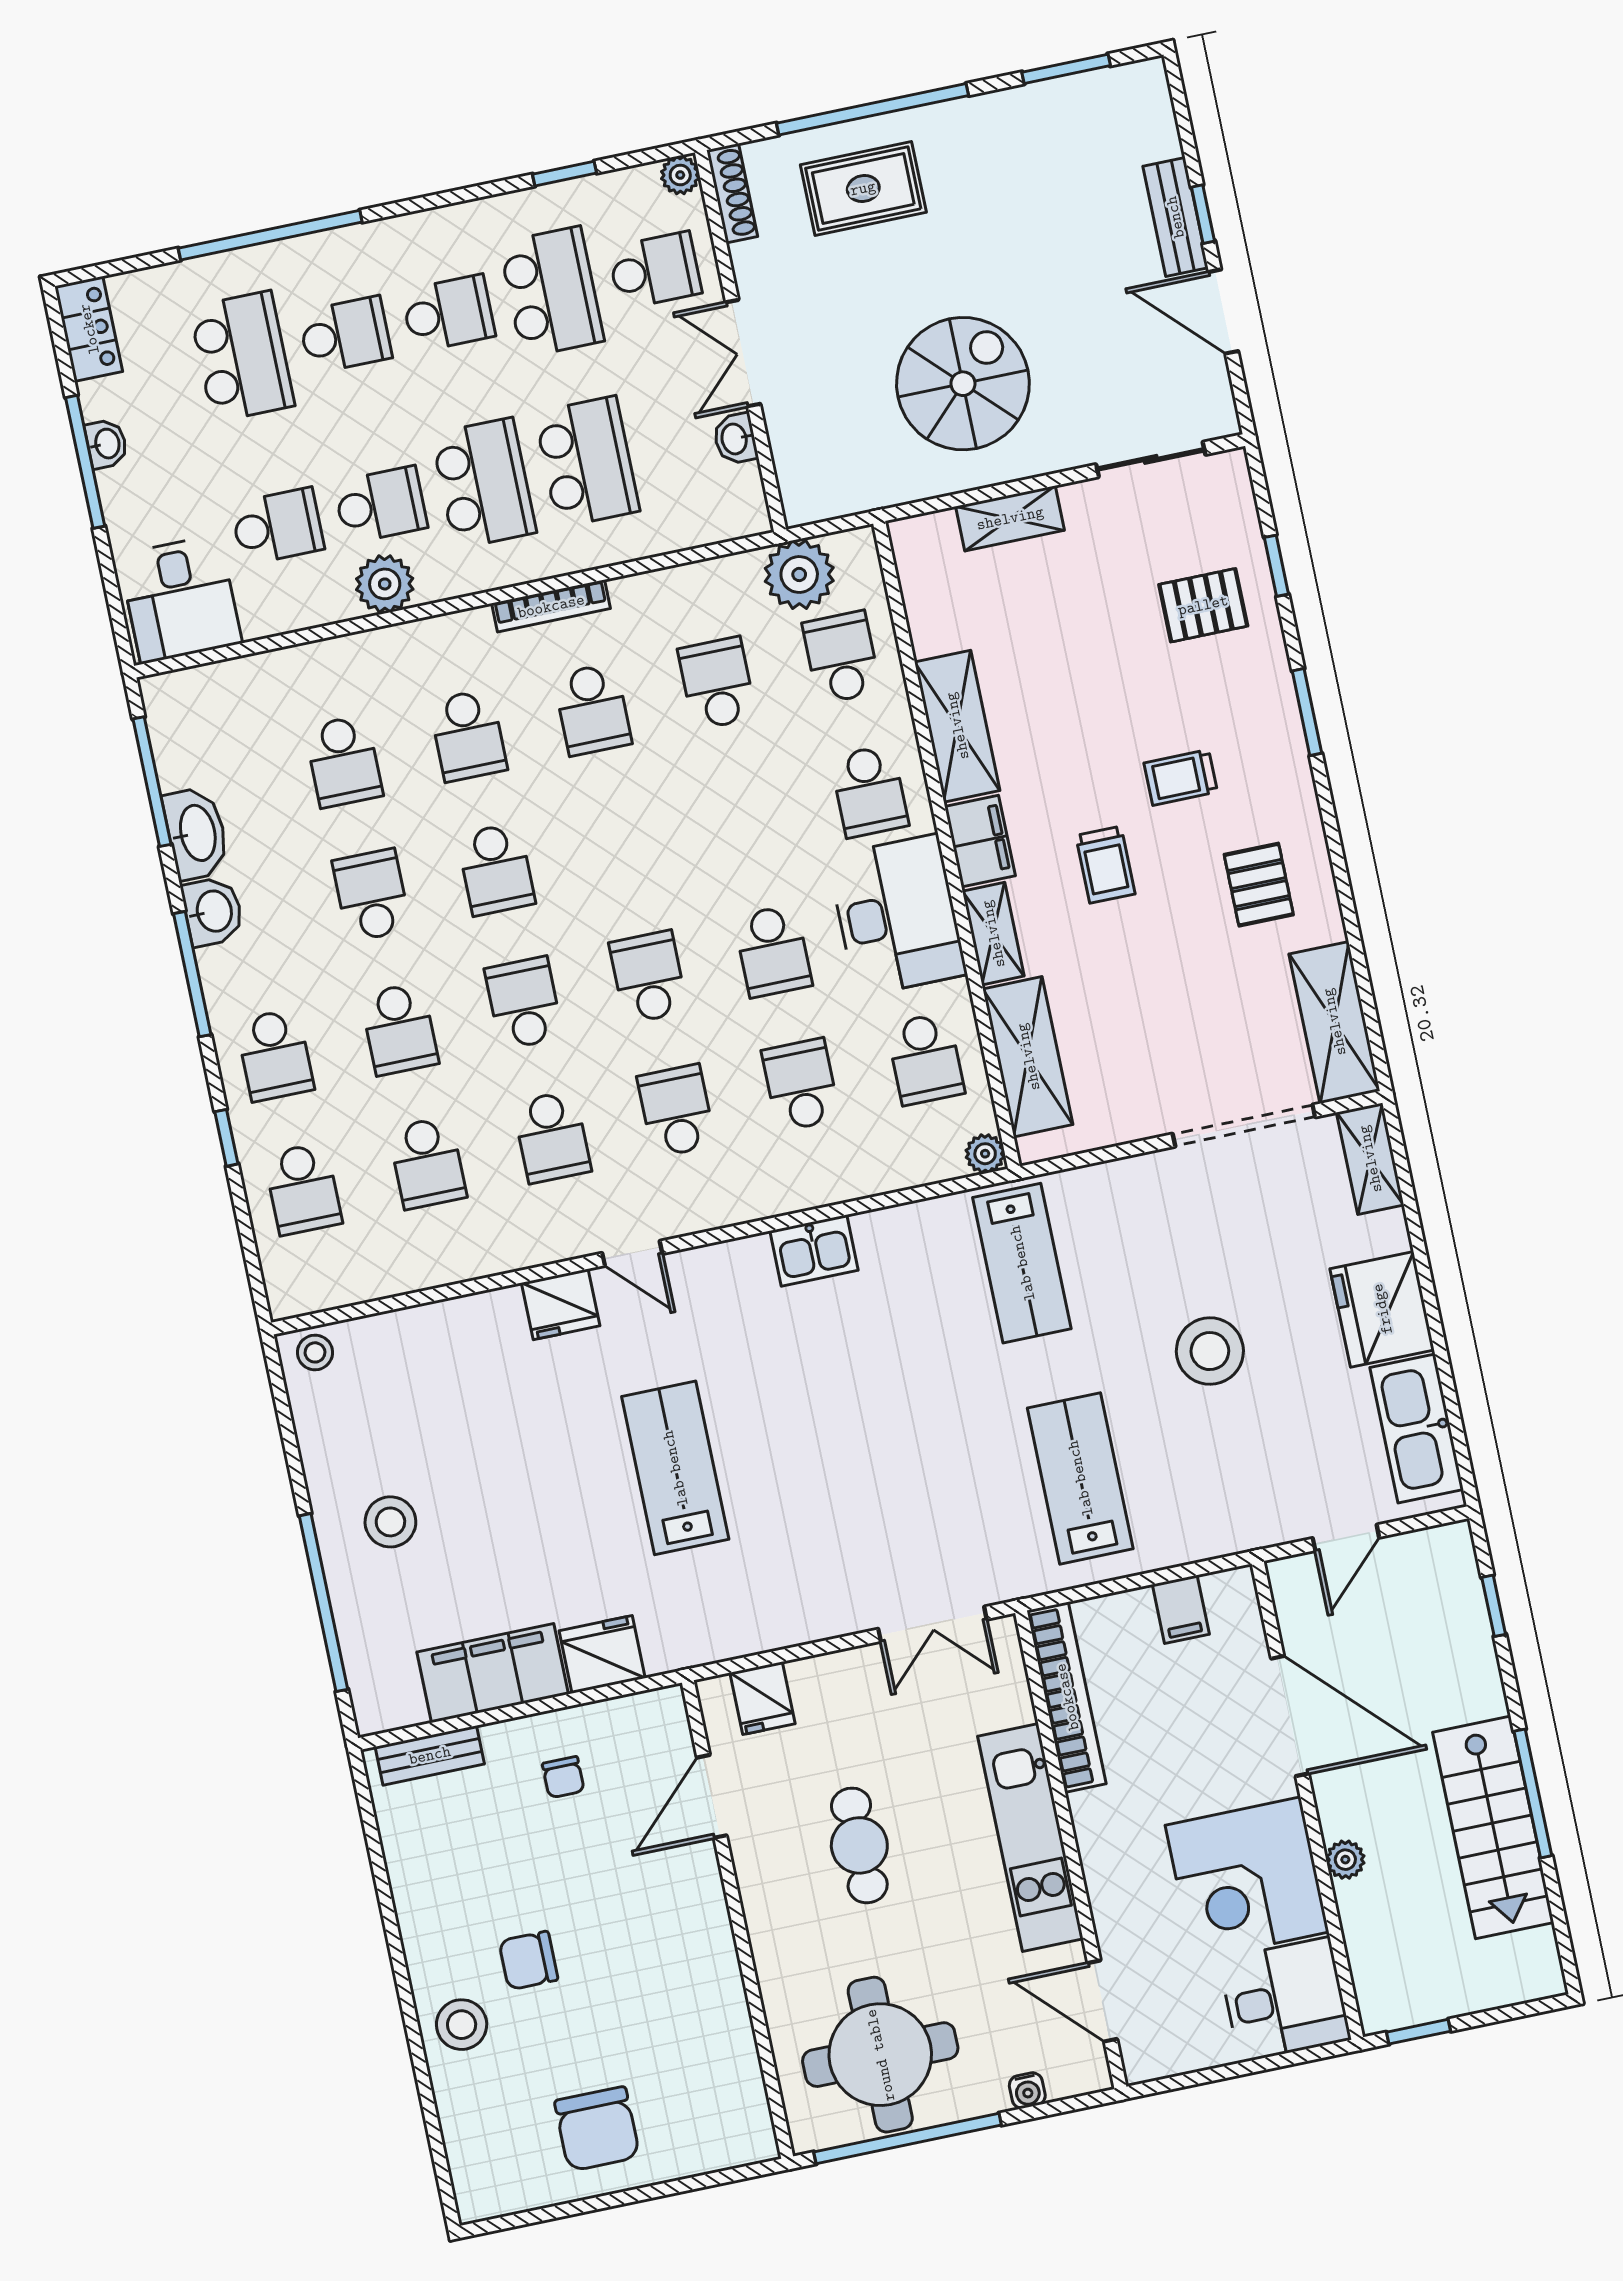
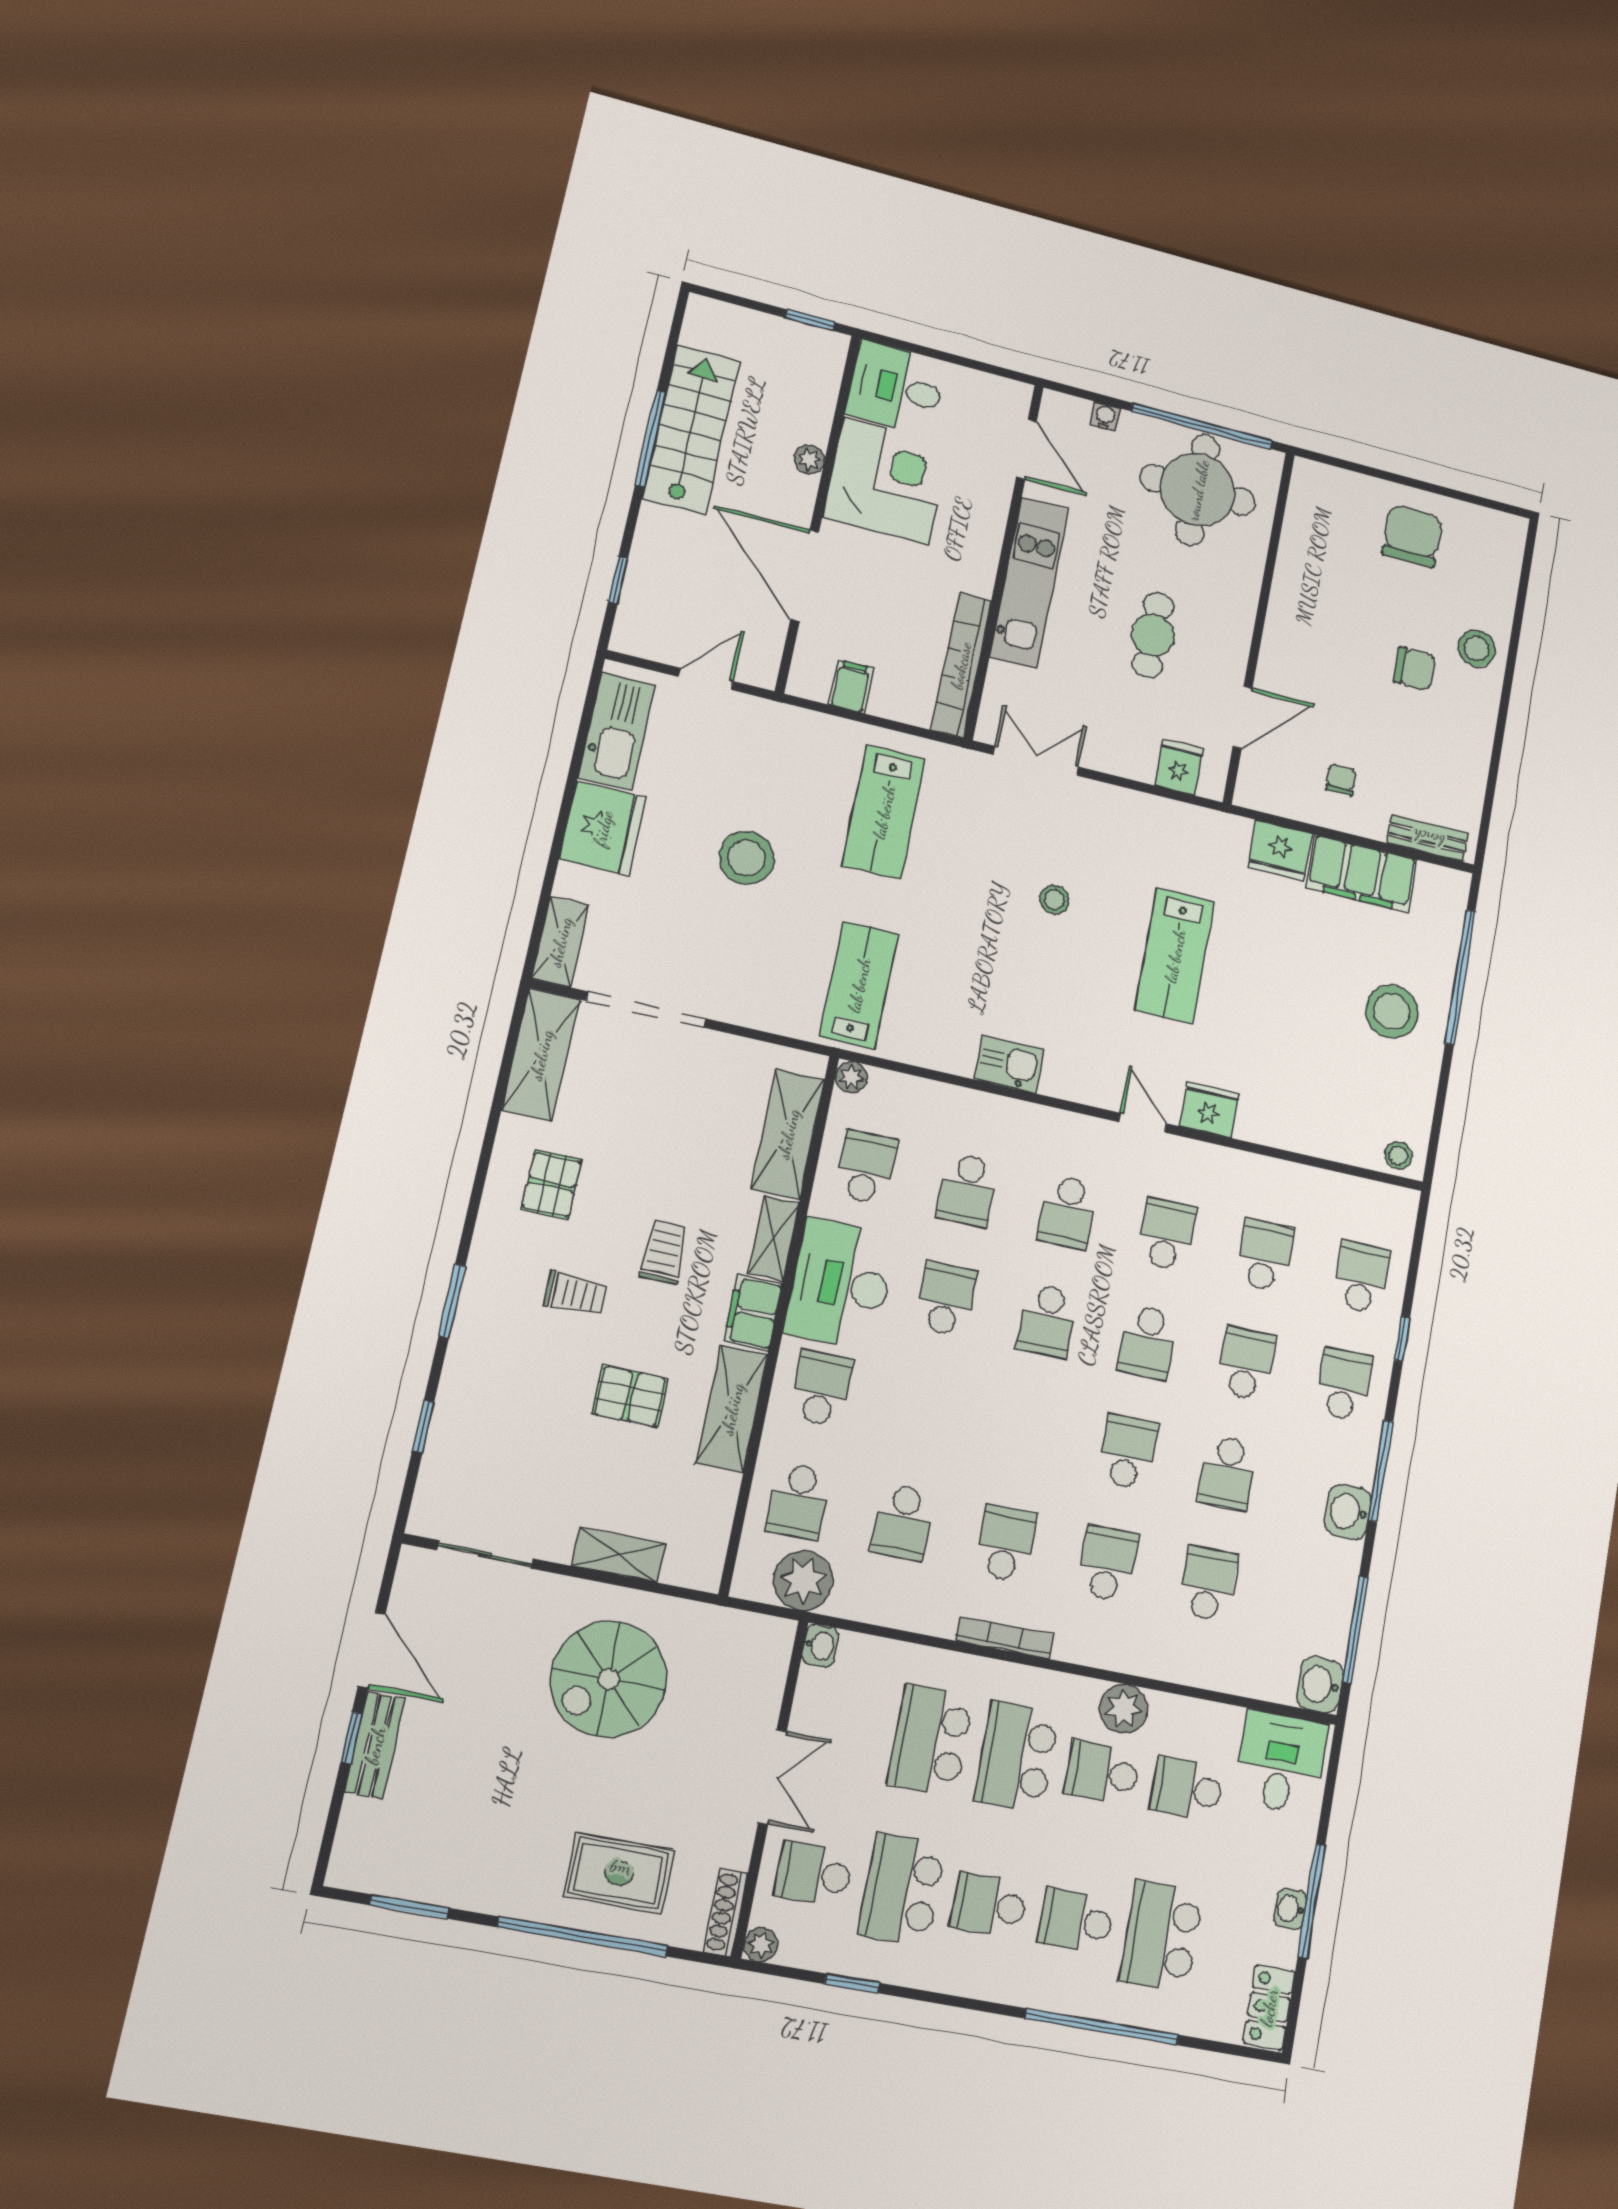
washbasin: (735, 439) -> (820, 1646), moved
pallet: (1203, 605) -> (630, 1396), moved
washbasin: (196, 833) -> (1320, 1685), moved, width x0.72
stool: (842, 1468) -> (1054, 900), added
stool: (390, 1522) -> (1392, 1012), width x1.38, depth x1.38

